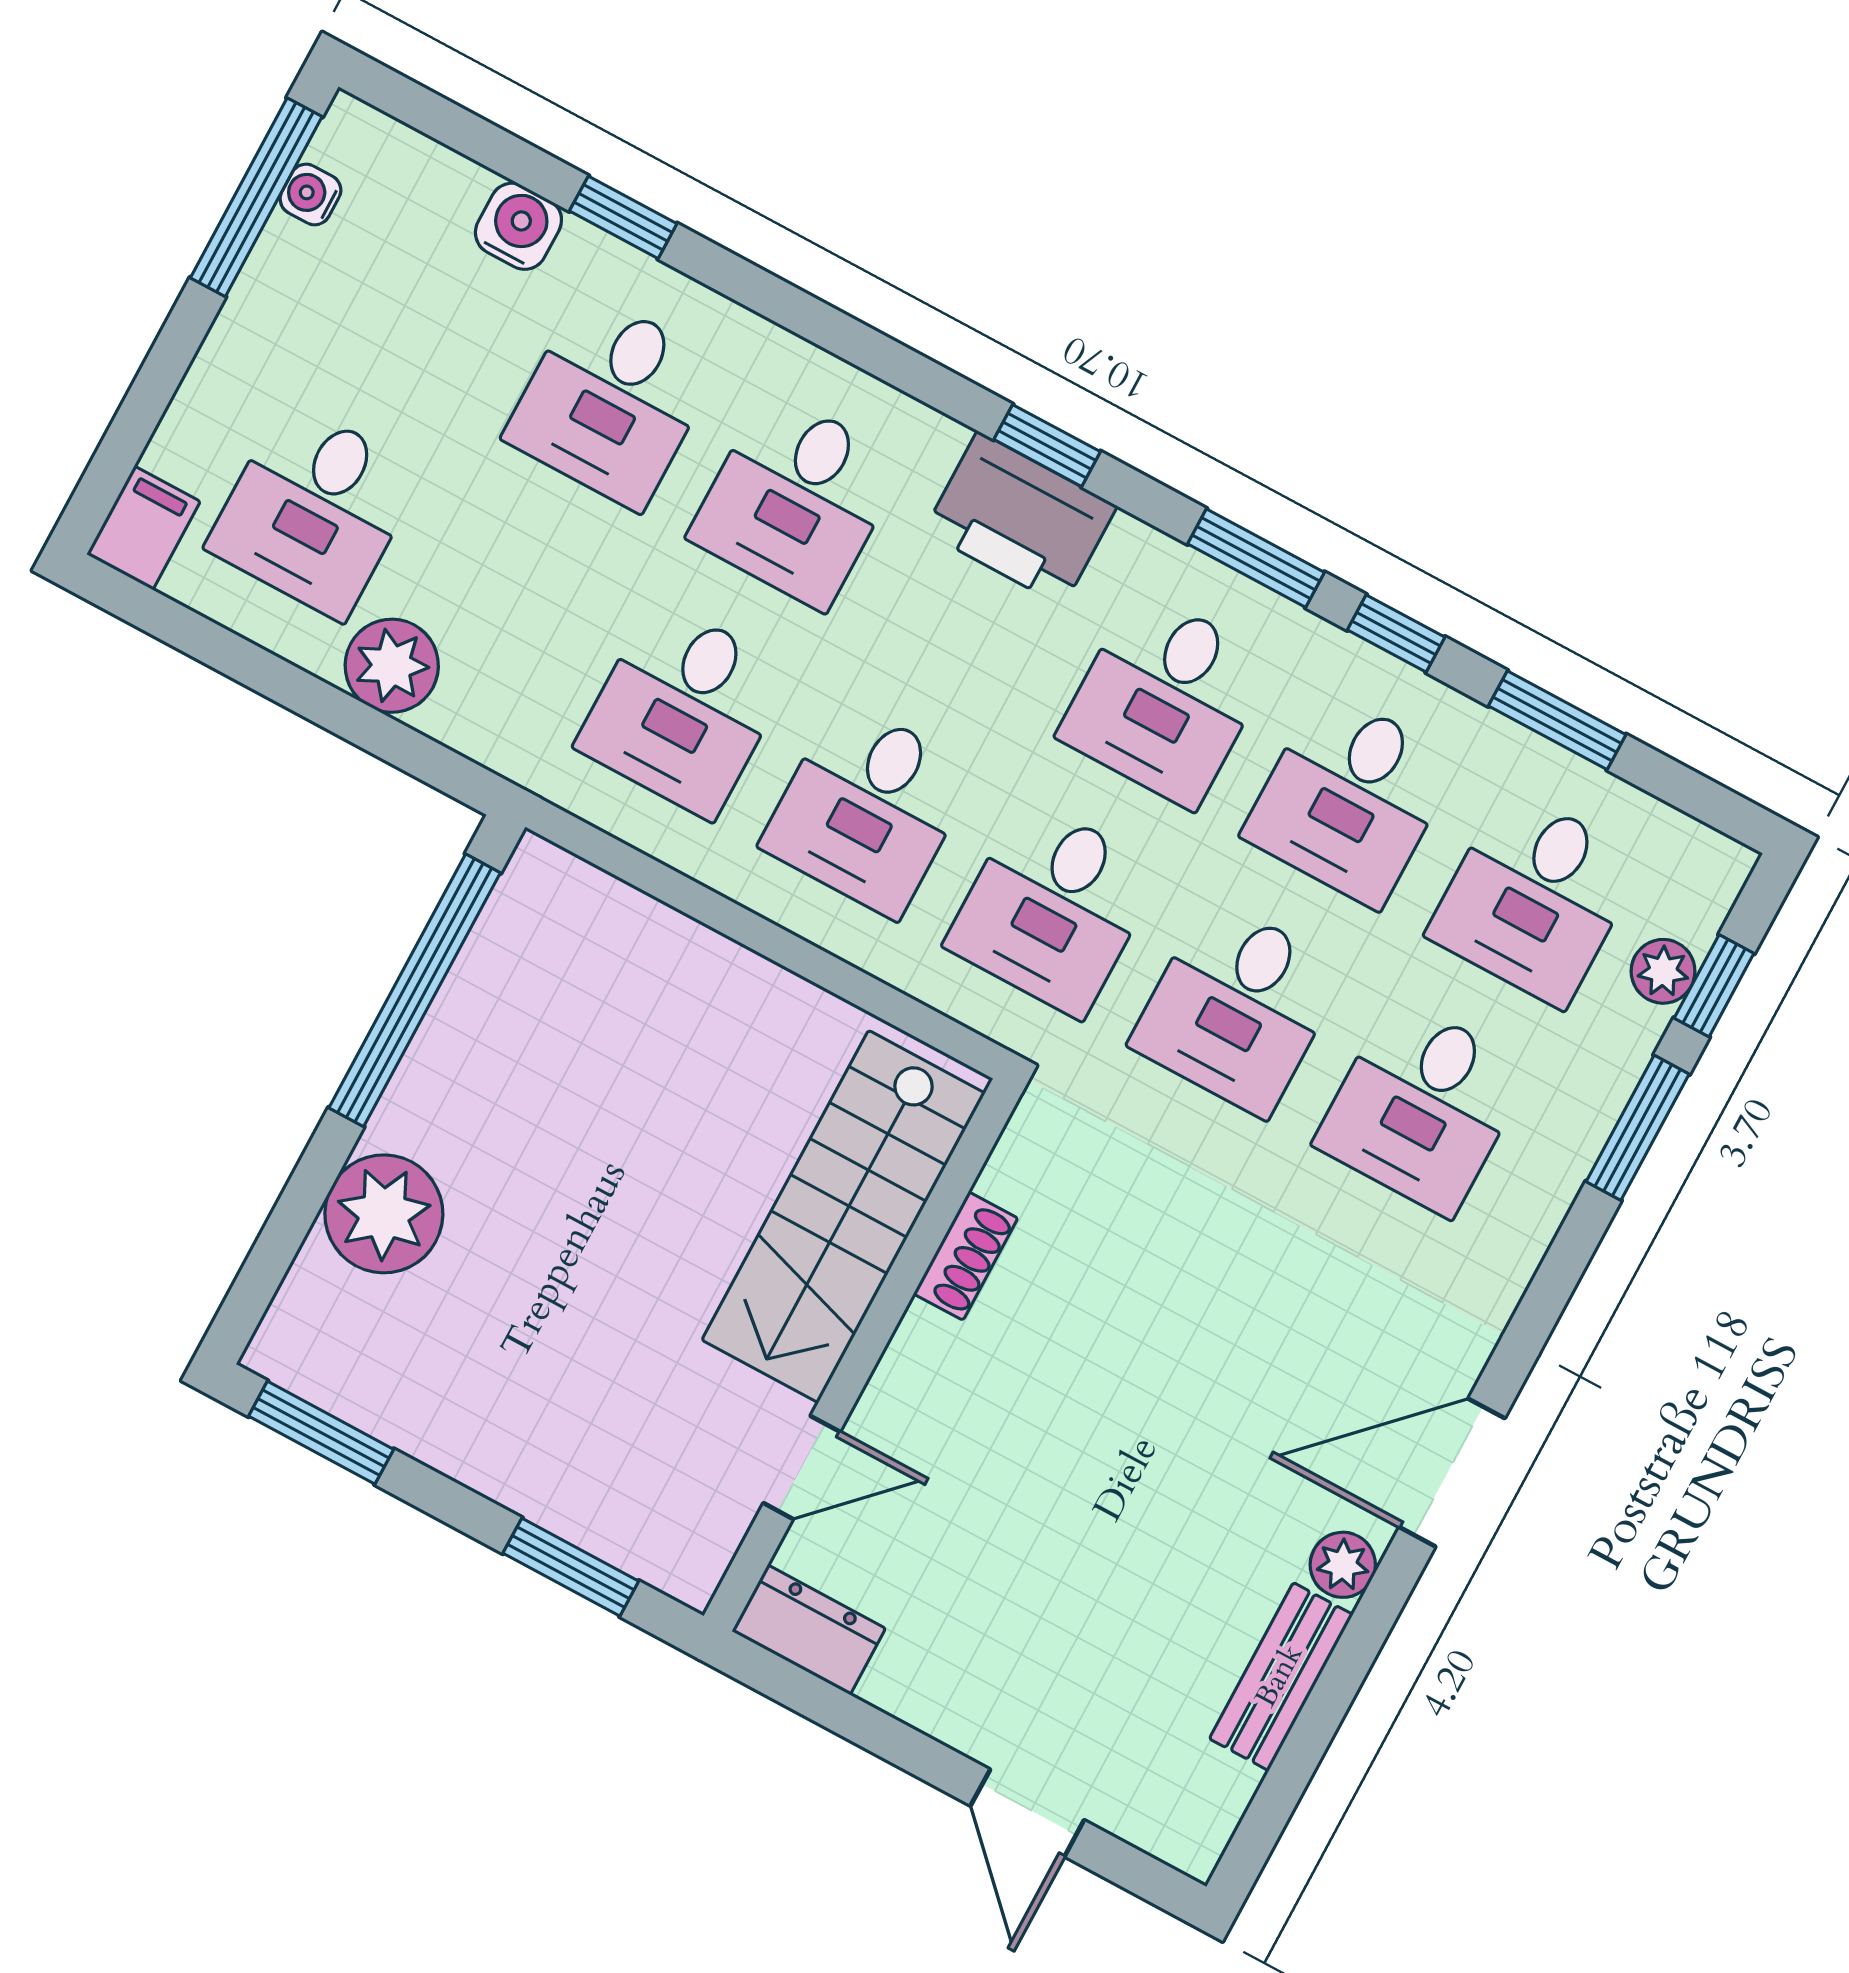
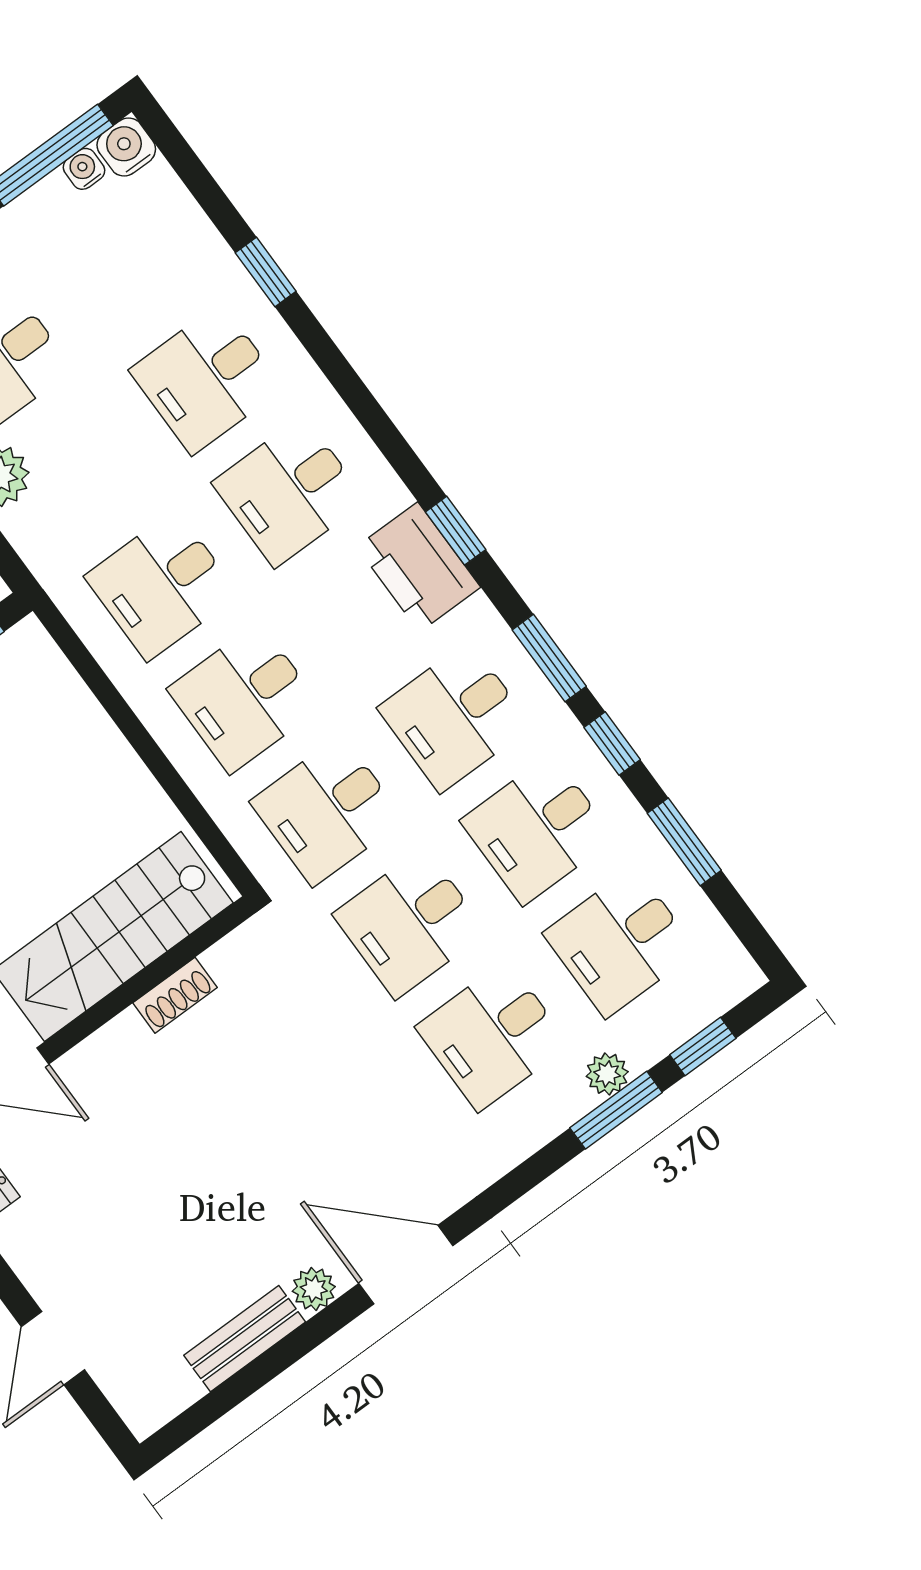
water cooler: (518, 226) -> (126, 147), moved, turned -90
plant: (1663, 971) -> (607, 1074), moved

